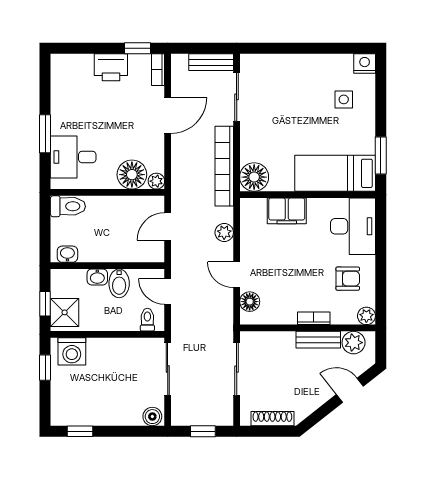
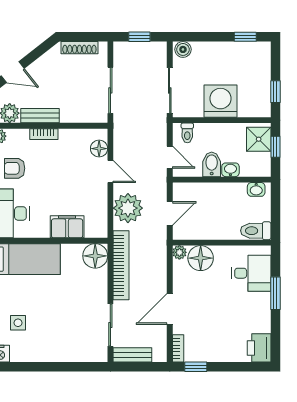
printer: (111, 67) -> (259, 348), moved, turned -90
plant: (224, 232) -> (128, 208), width x1.88, depth x1.88
washing machine: (72, 351) -> (220, 101), moved, width x1.37, depth x1.37

